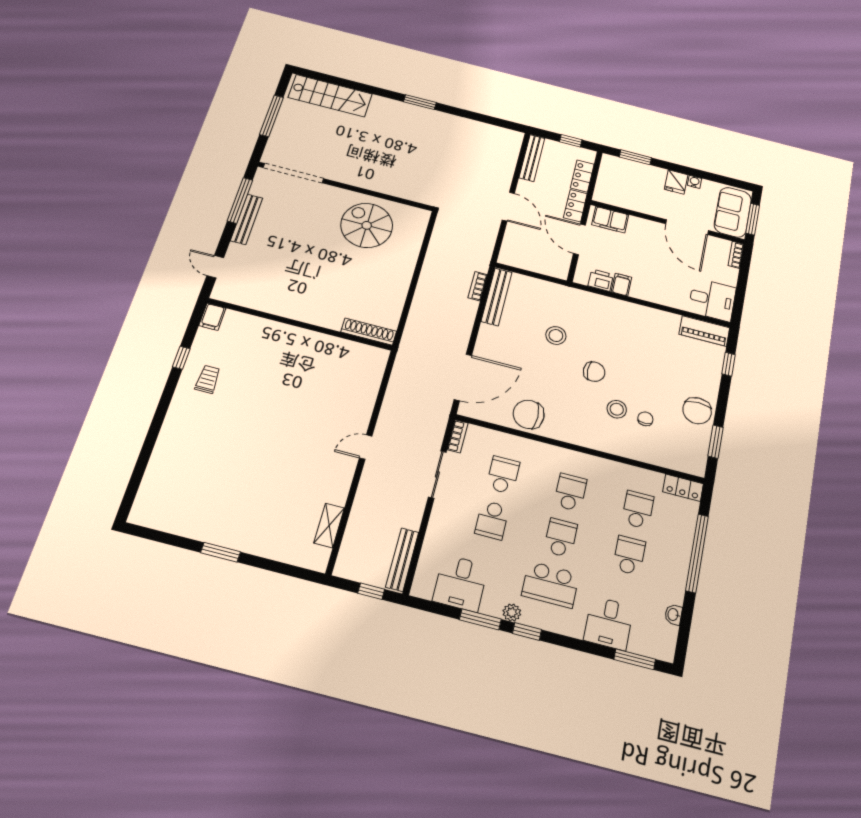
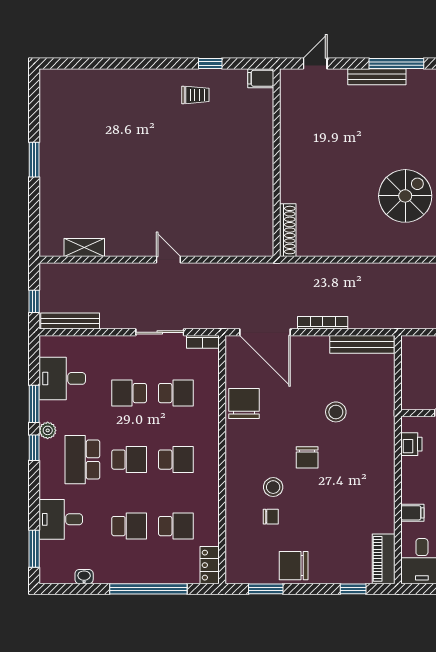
filing cabinet: (621, 285) -> (412, 513), moved
bookcase: (478, 286) -> (323, 323), moved, width x1.56

